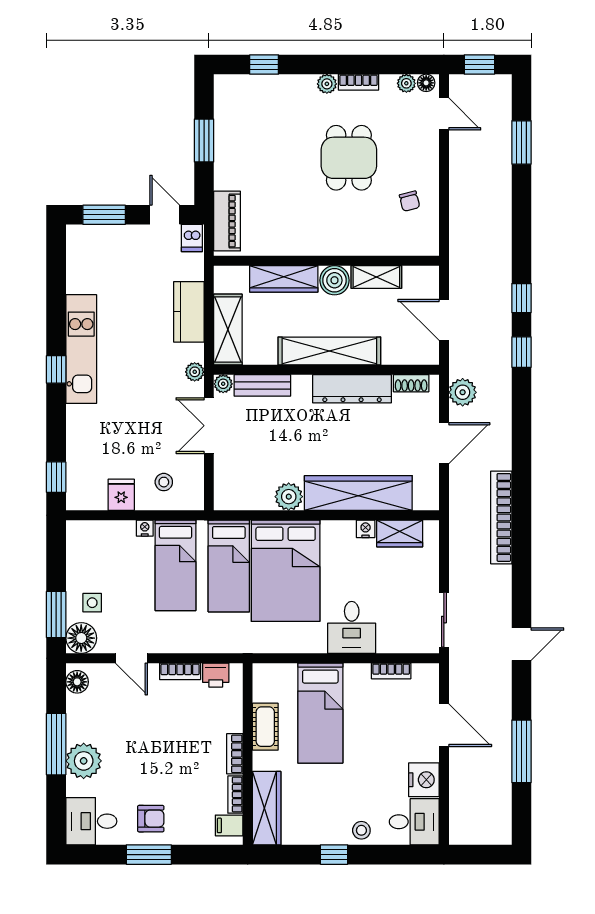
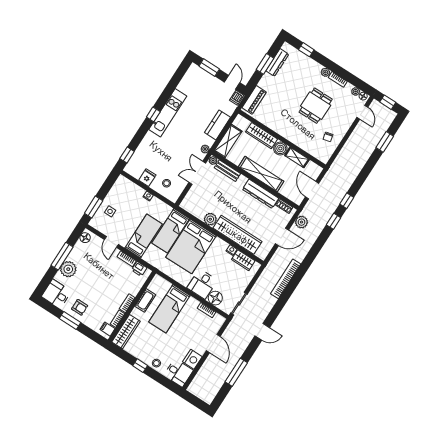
dresser: (225, 123) -> (277, 63), added
bed: (175, 565) -> (144, 236), moved, turned 180
floor lamp: (81, 638) -> (215, 298), moved

